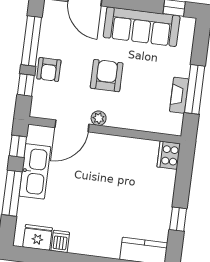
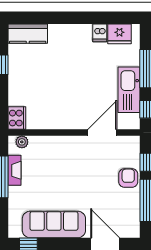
armchair: (107, 76) -> (78, 179), removed
plant: (99, 118) -> (22, 142), moved

